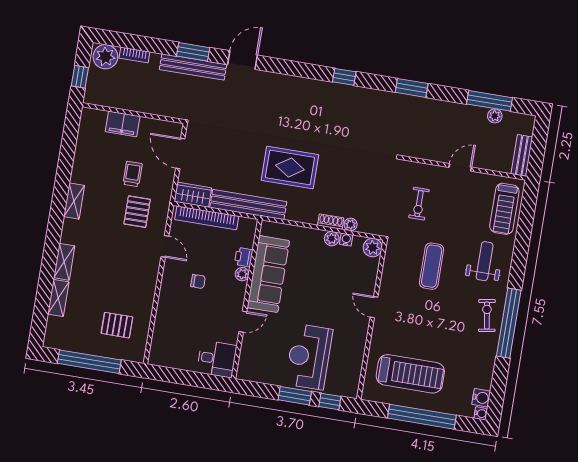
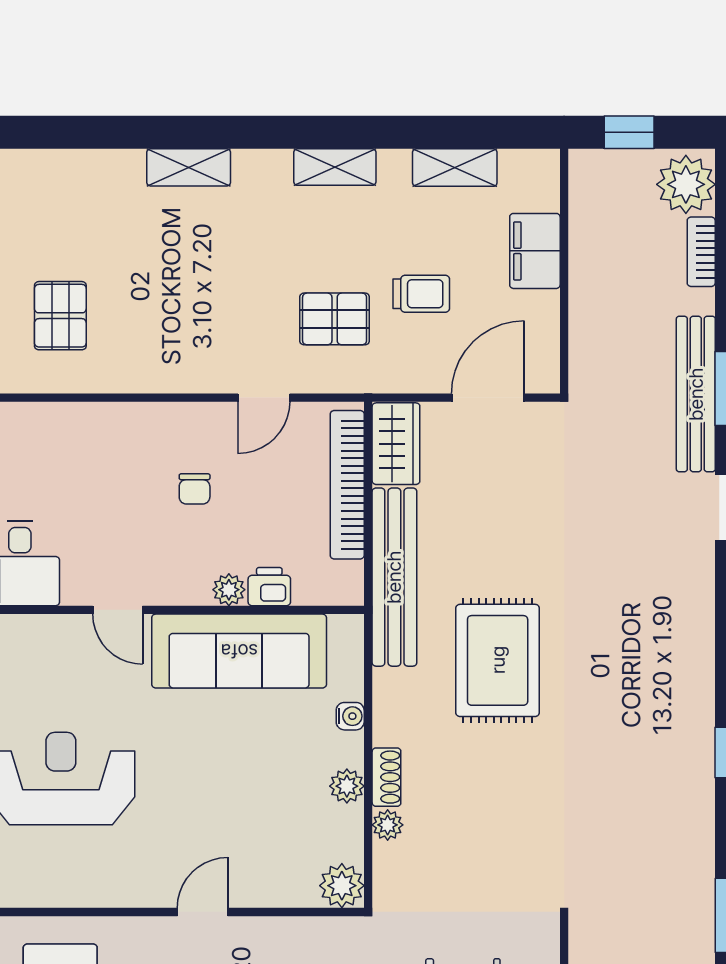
water cooler: (346, 240) -> (350, 716), moved
shelving: (58, 298) -> (455, 168), moved

